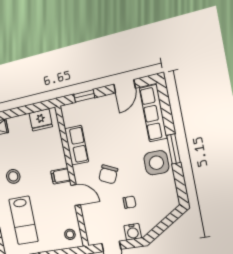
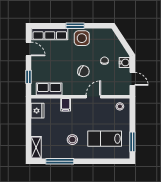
row of seats: (77, 145) -> (49, 89), moved
filing cabinet: (61, 176) -> (66, 105), moved
lab bench: (24, 220) -> (105, 139), turned 180

